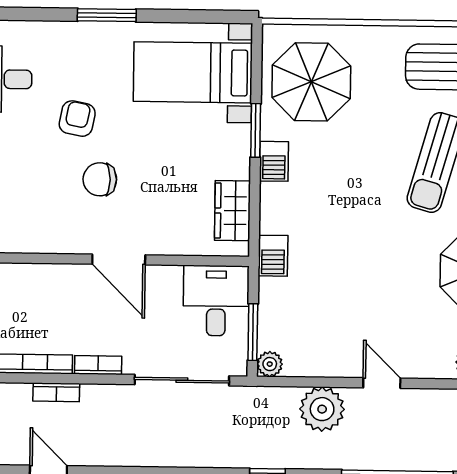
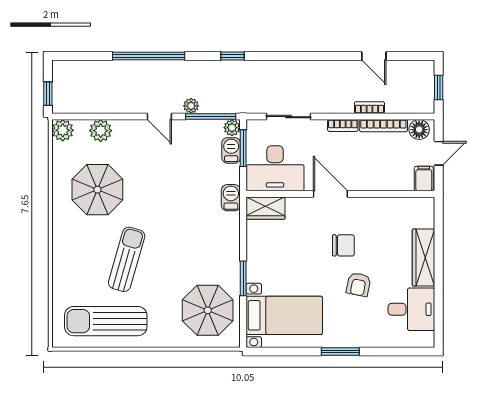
barbecue: (274, 161) -> (231, 150), moved
wardrobe: (232, 211) -> (266, 208), moved, turned 90
desk: (216, 301) -> (275, 168), width x1.37
sliding door: (182, 380) -> (289, 117), width x0.73
window: (303, 382) -> (211, 117), added
plant: (322, 409) -> (191, 106), width x0.53, depth x0.53

